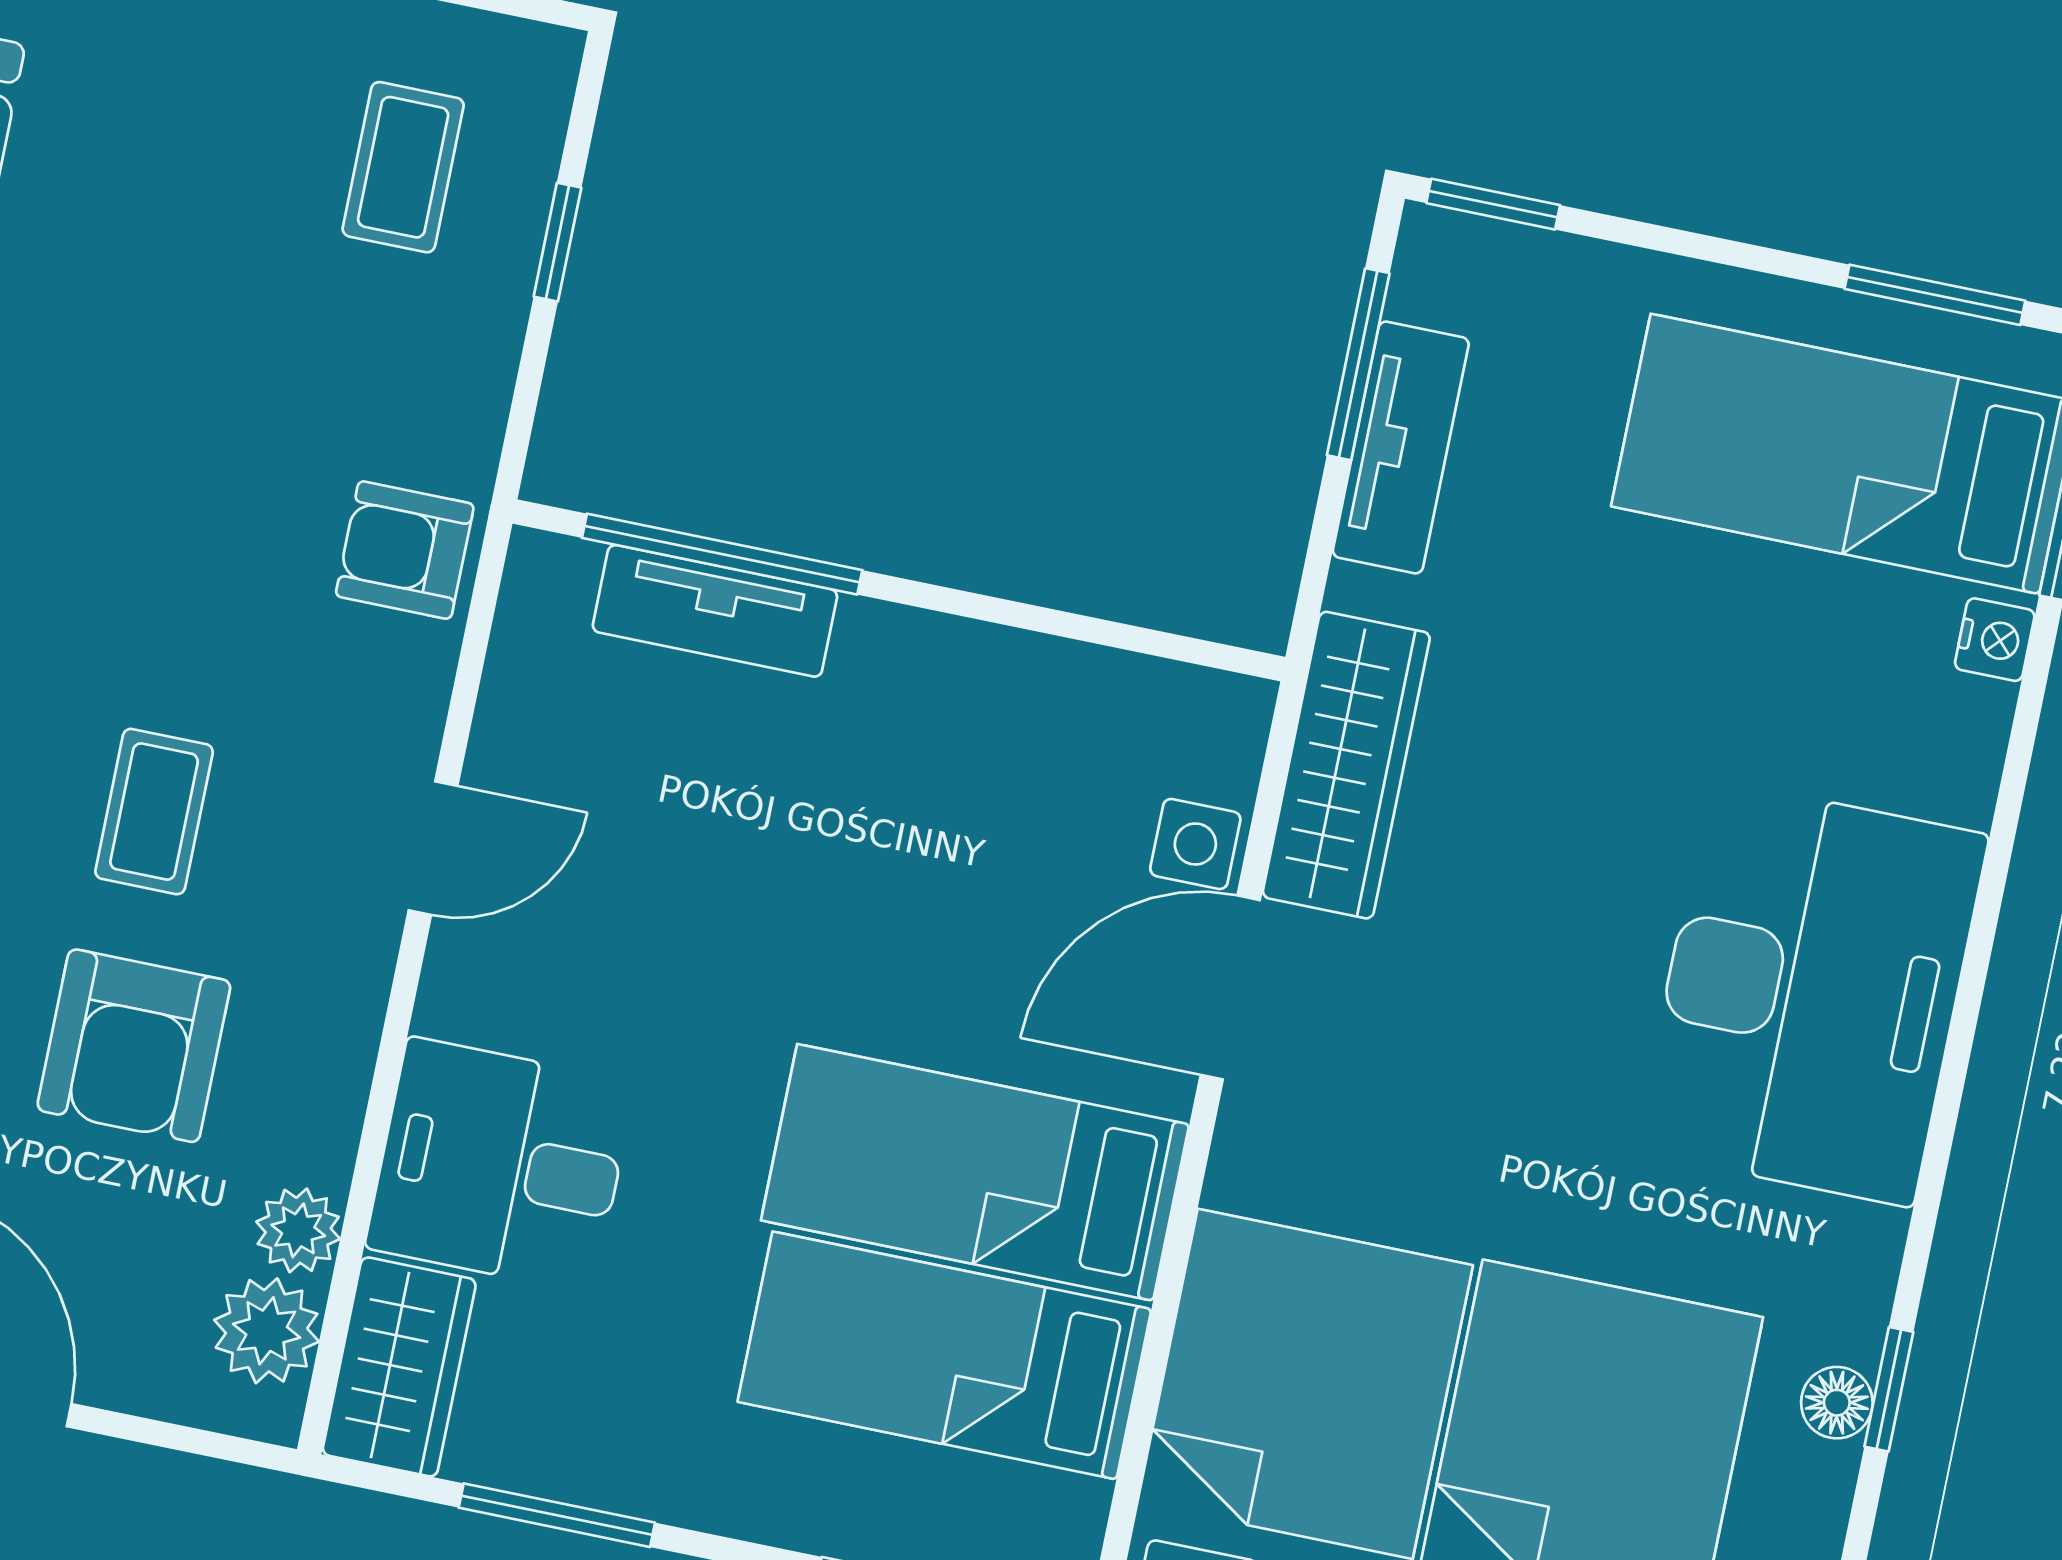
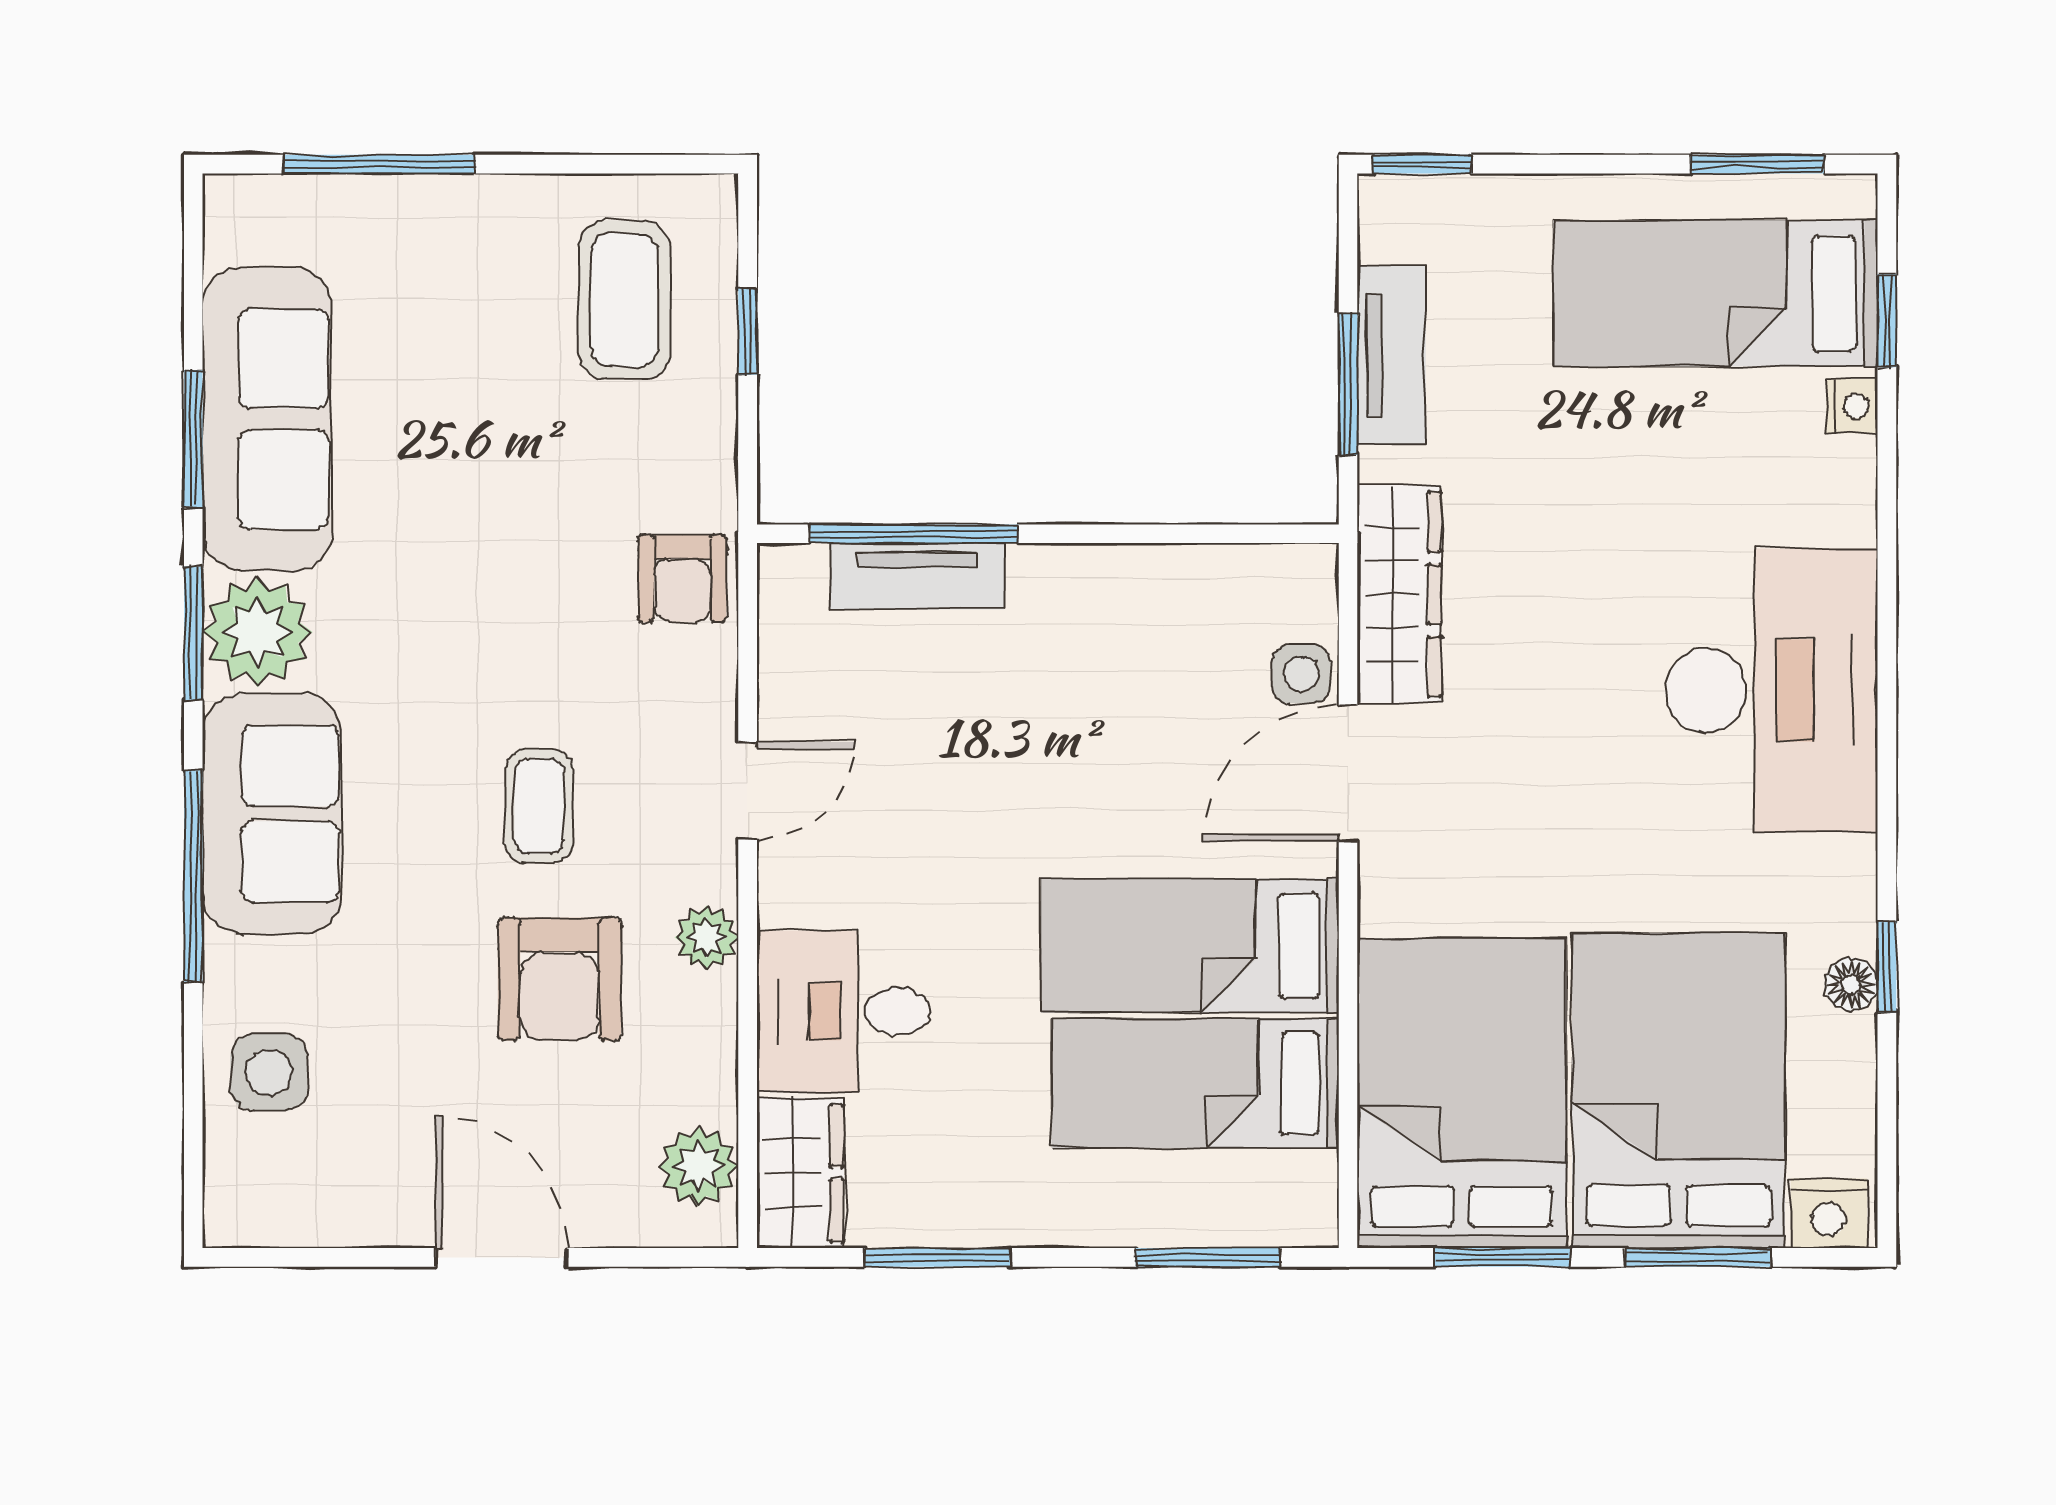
coffee table: (403, 167) -> (624, 300), width x1.36, depth x1.30
window: (1358, 364) -> (1348, 384), moved
armchair: (405, 550) -> (682, 578), turned -90
plant: (298, 1230) -> (706, 937), moved

